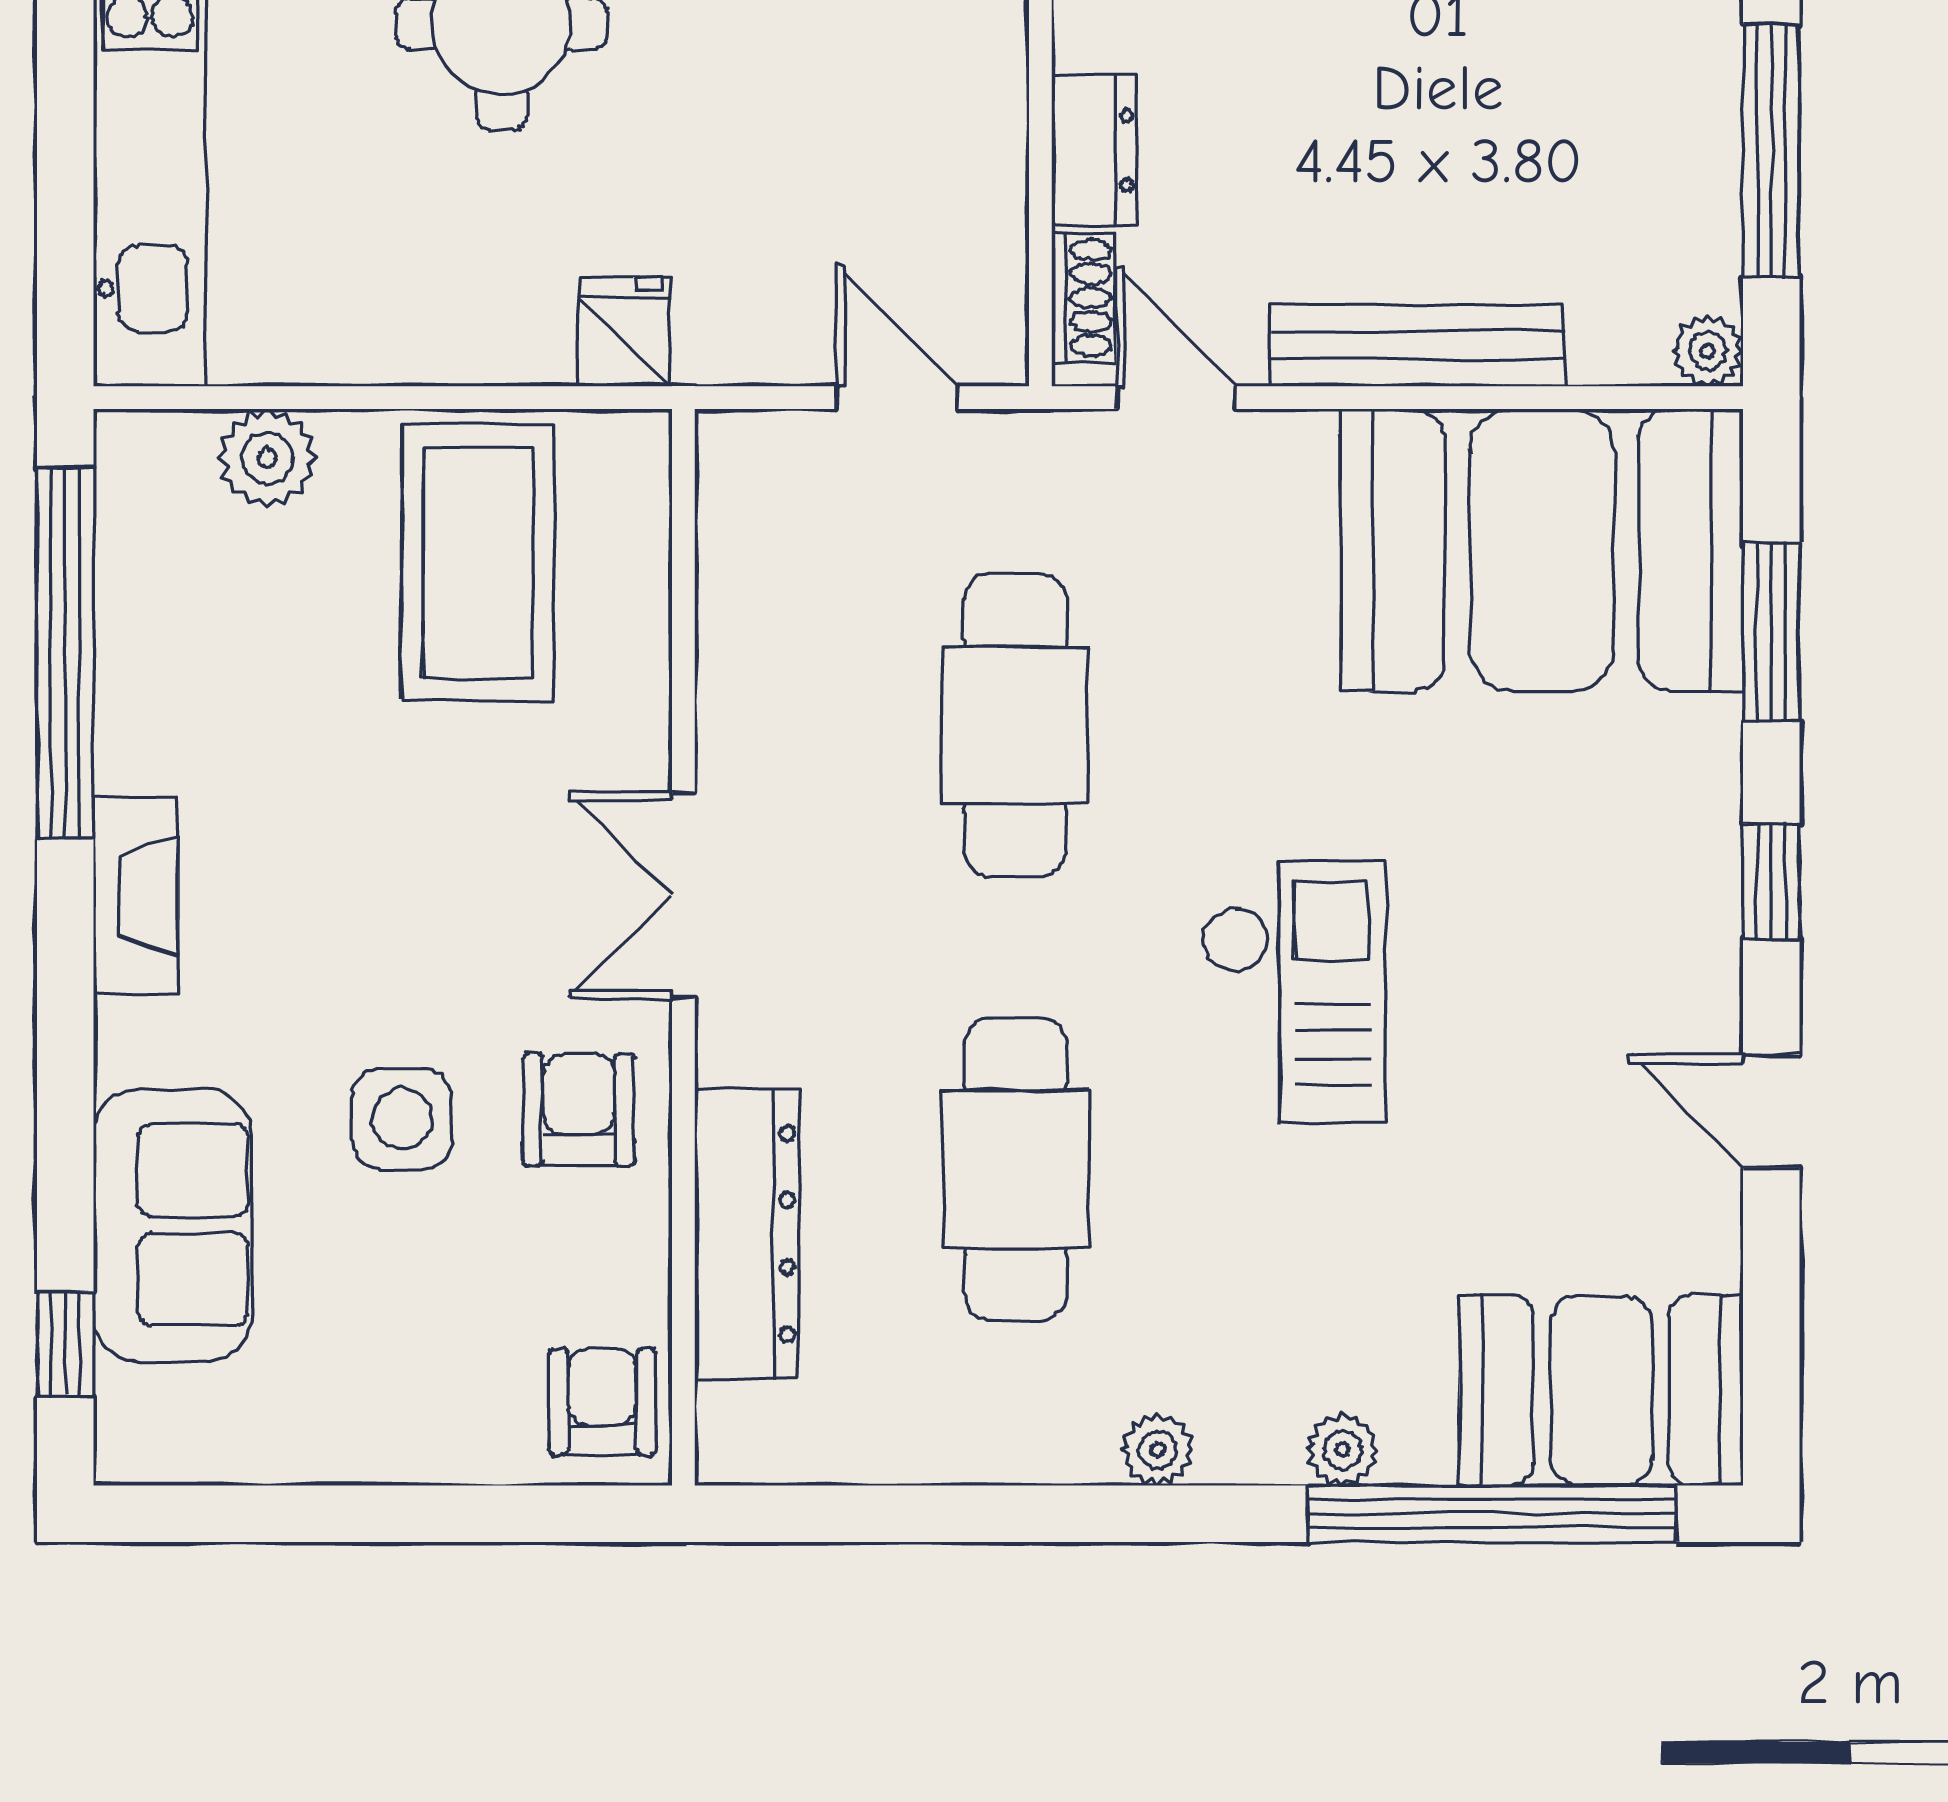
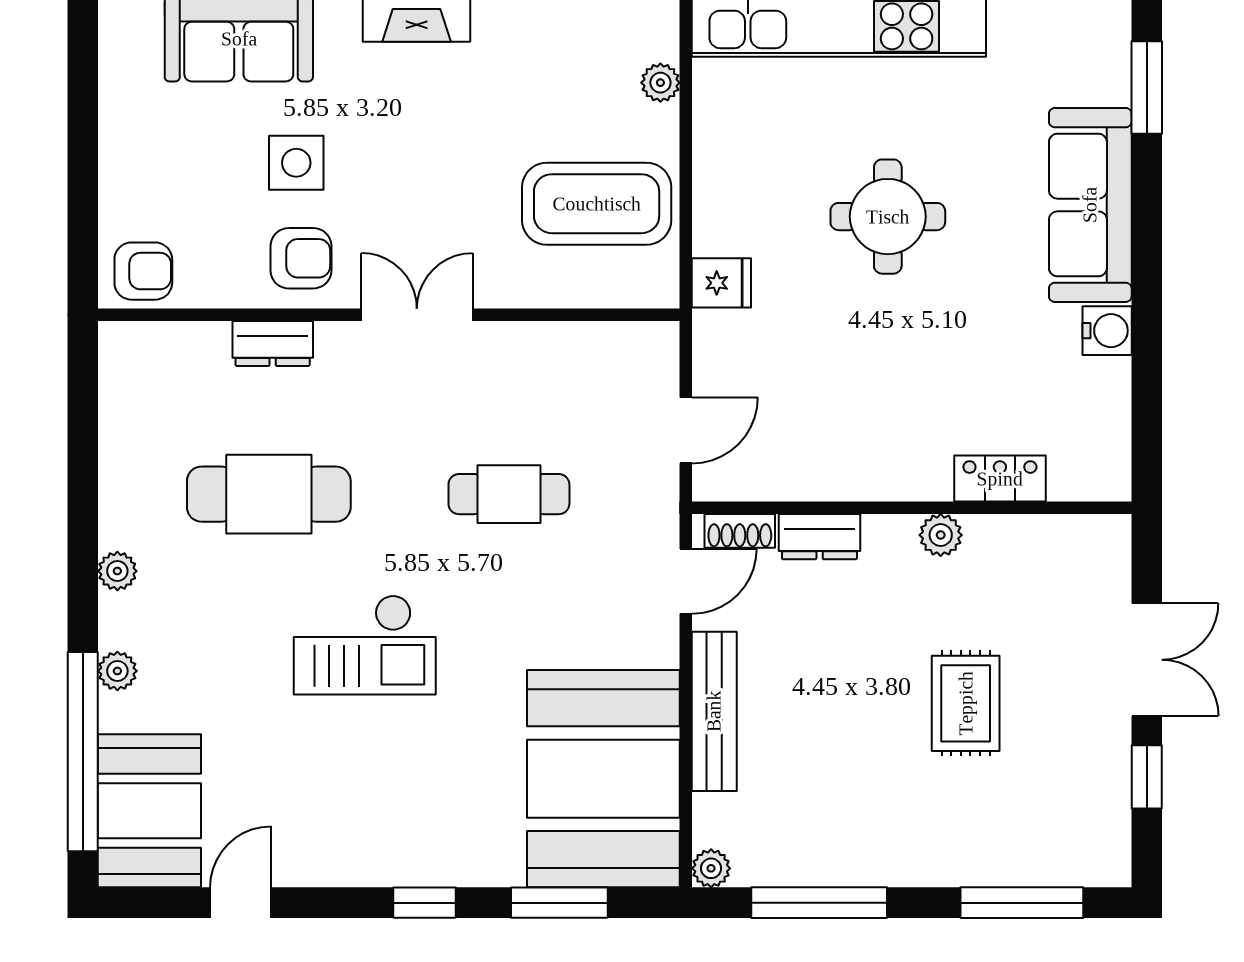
plant: (267, 458) -> (660, 83), width x0.73, depth x0.73
cafe table: (1015, 725) -> (509, 494), width x0.73, depth x0.74
door: (1771, 1111) -> (241, 903), moved
dresser: (747, 1234) -> (273, 343), width x0.51, depth x0.80

